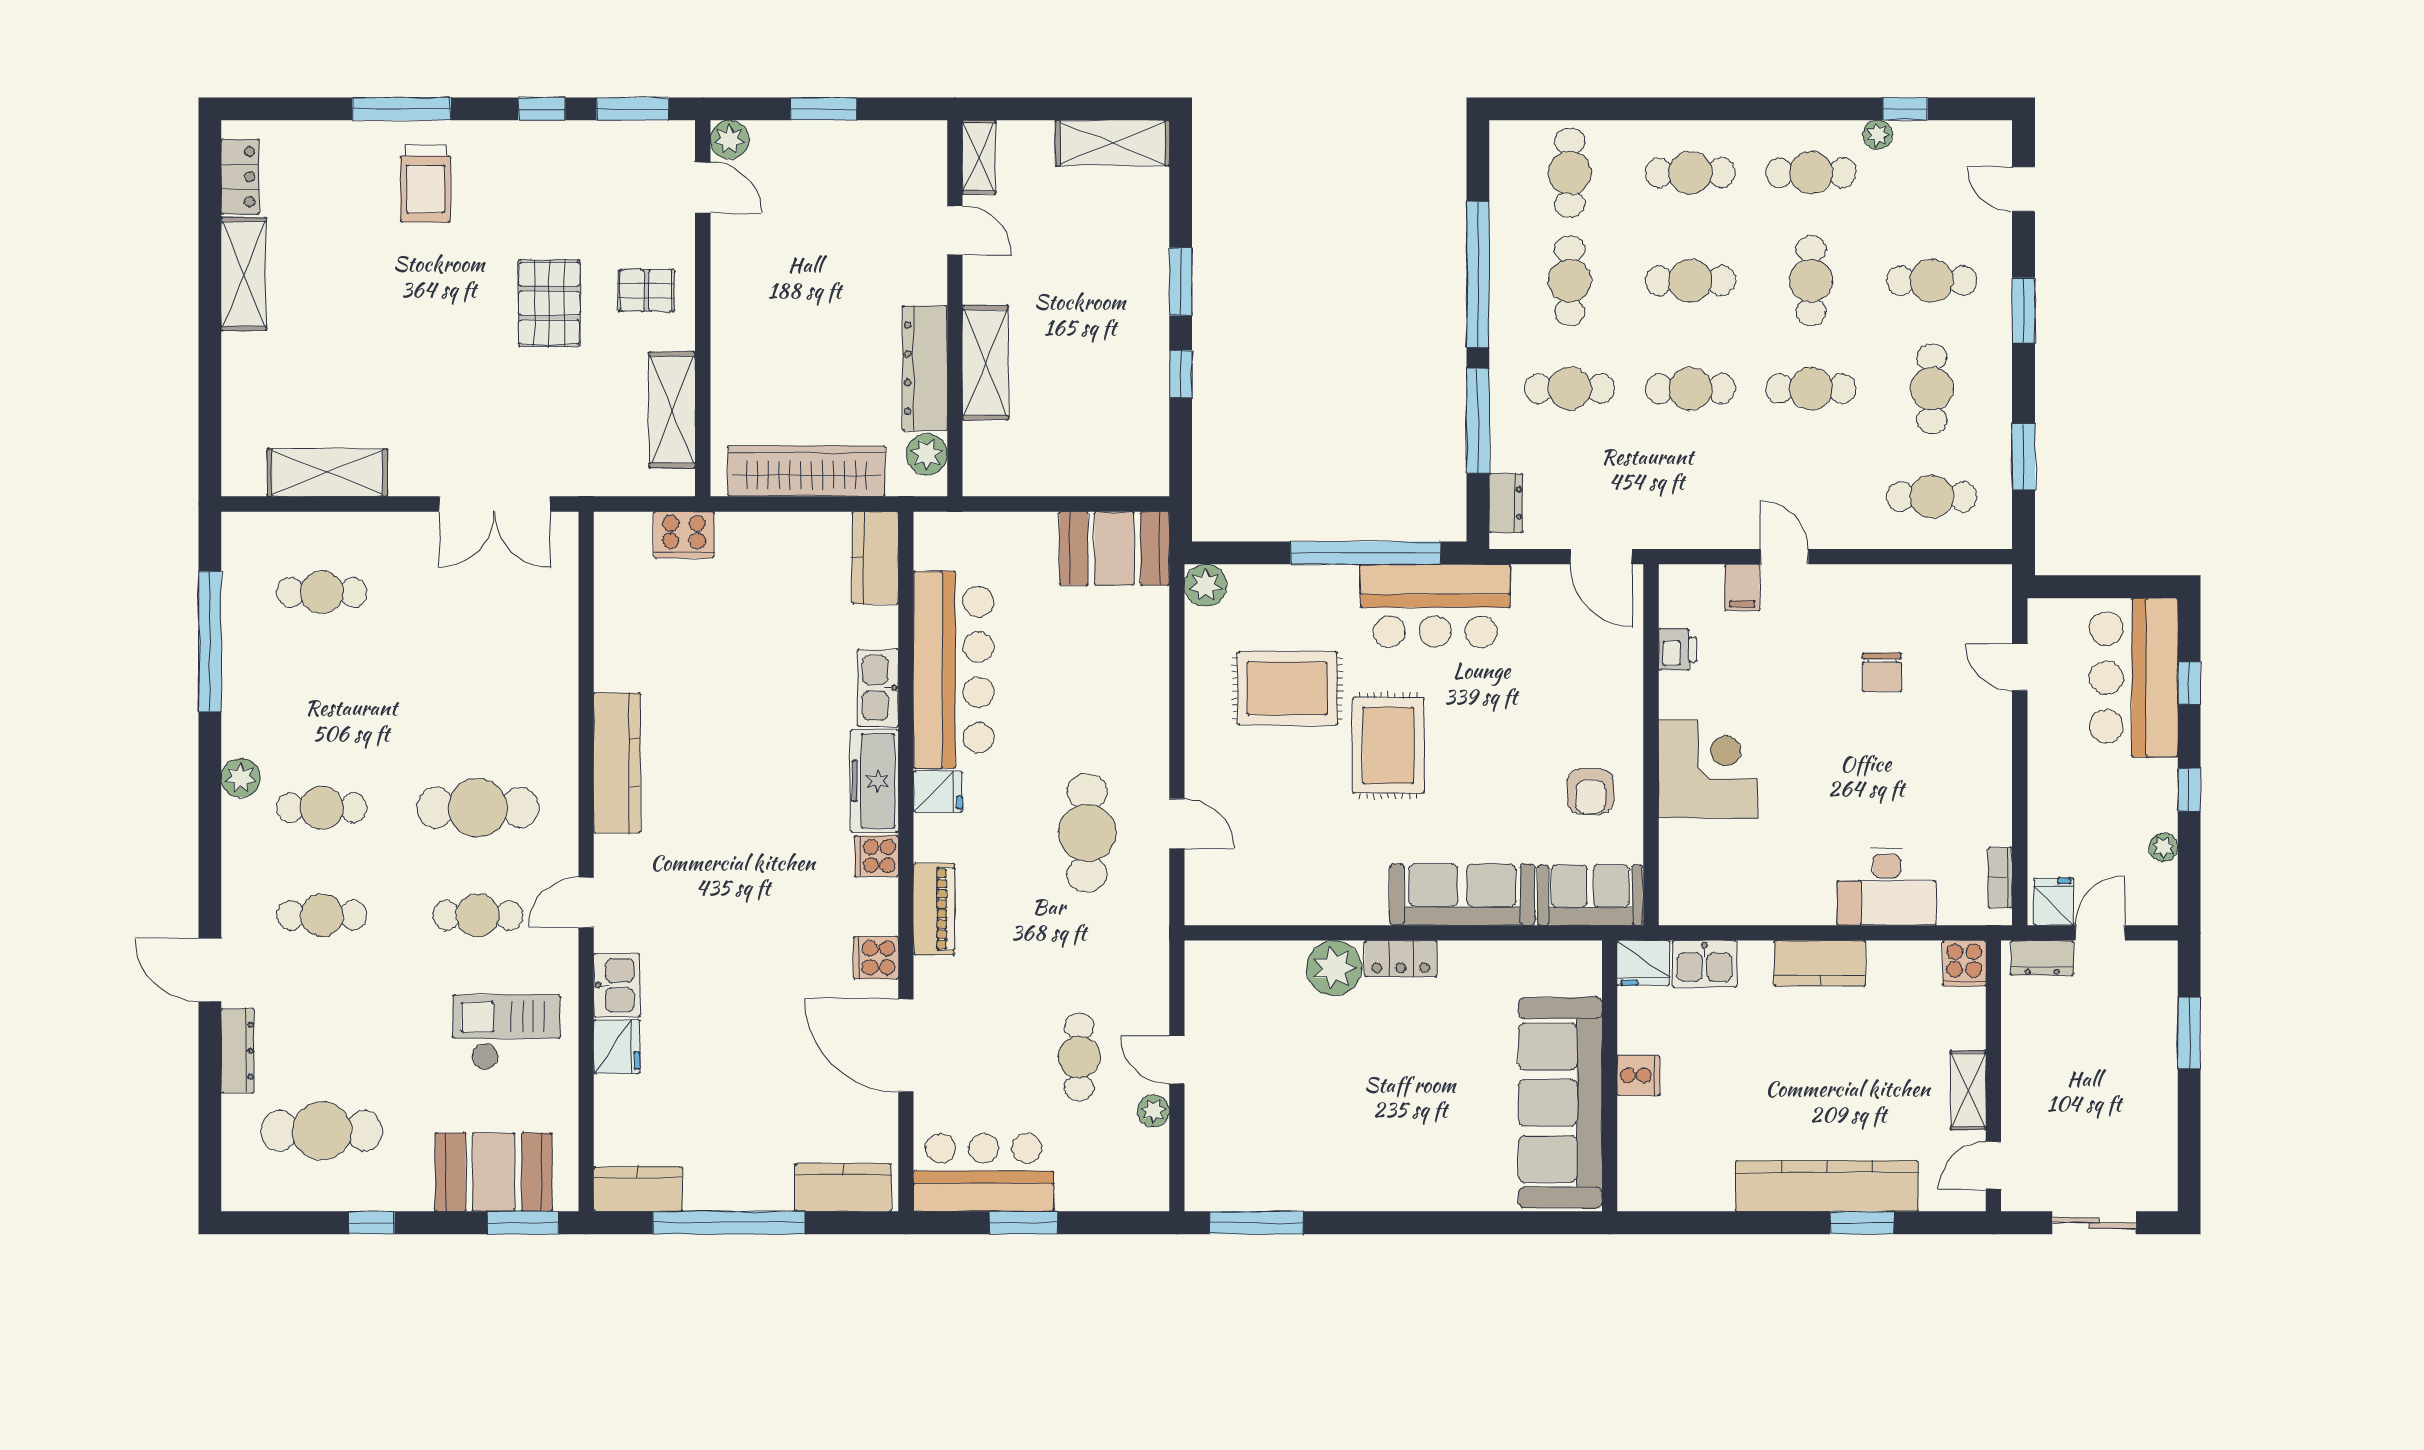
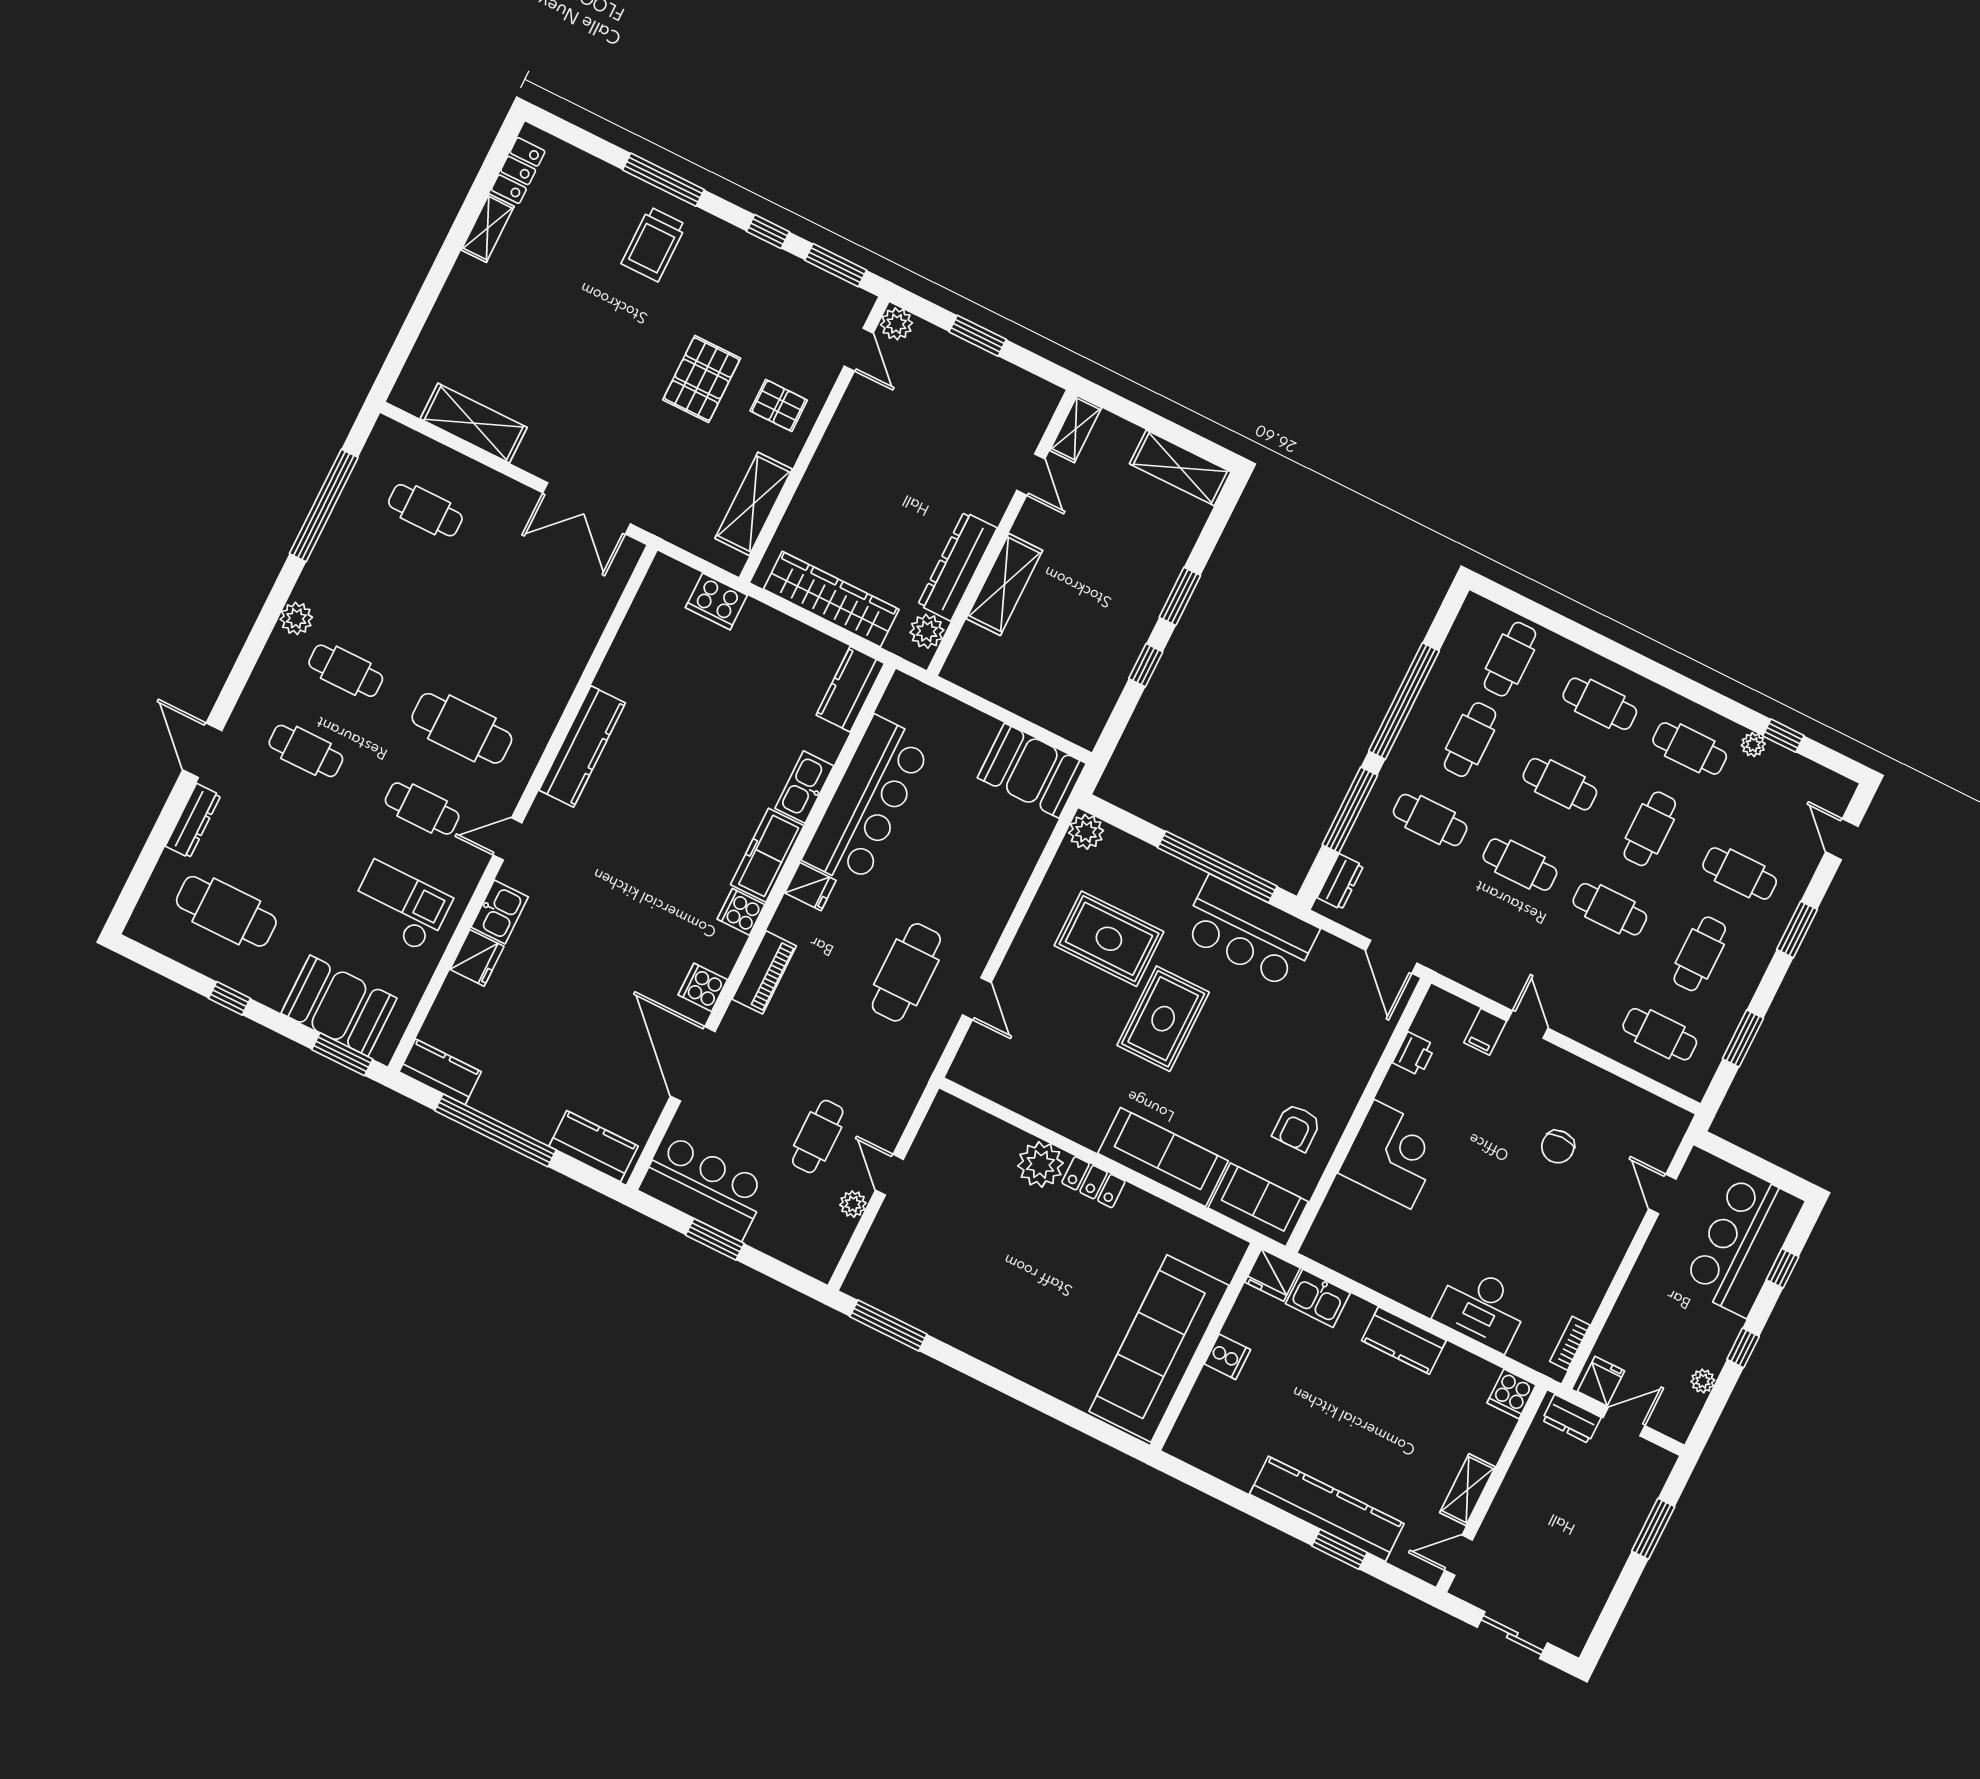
shelving: (244, 274) -> (488, 228), width x0.67, depth x0.75

